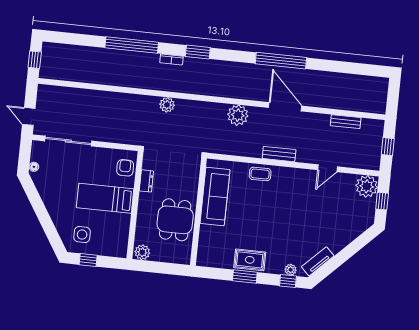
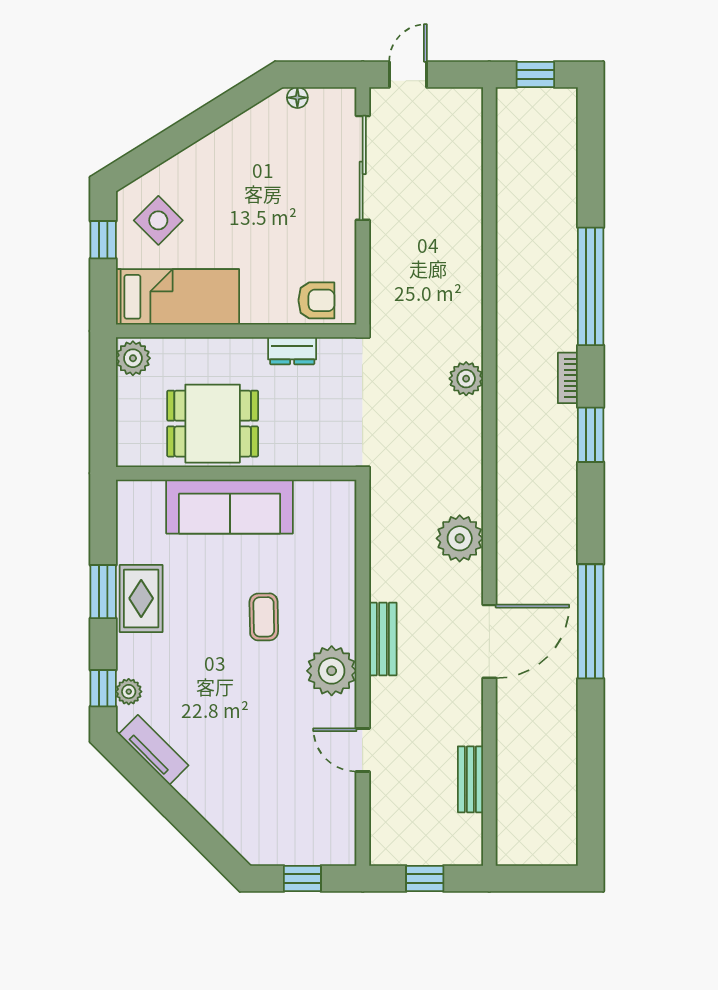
coffee table: (260, 174) -> (264, 617), moved
plant: (367, 186) -> (332, 671), moved
sofa: (215, 196) -> (230, 507), moved
bed: (105, 198) -> (177, 297), moved, turned 90
side table: (82, 235) -> (158, 220), turned 45

